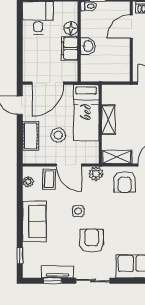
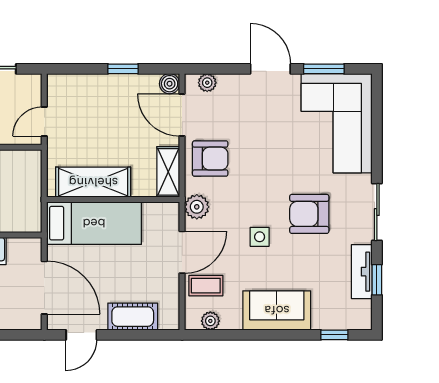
shelving: (108, 120) -> (93, 182), width x1.50, depth x1.33
stool: (58, 135) -> (132, 270), removed

